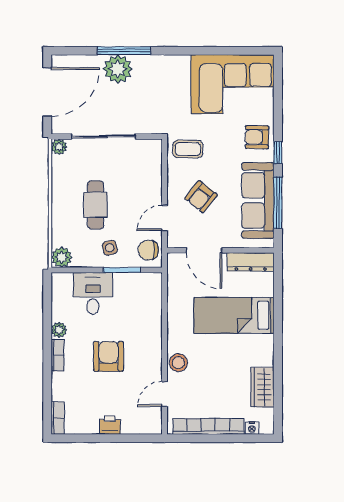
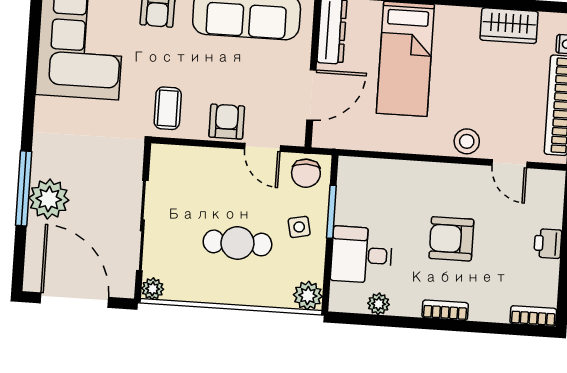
armchair: (201, 197) -> (227, 122), moved, turned -129
plant: (59, 330) -> (379, 304), moved

